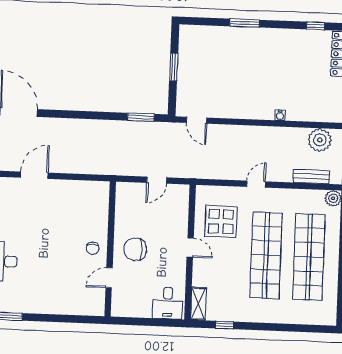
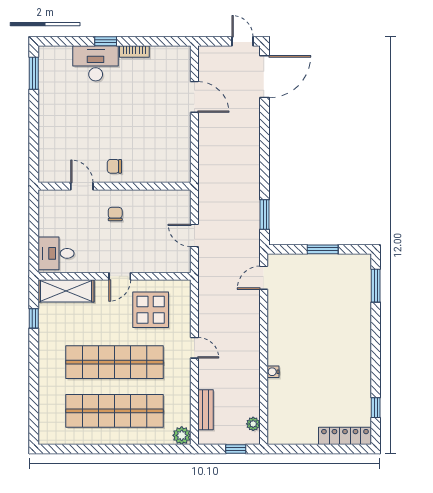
window: (245, 23) -> (376, 286), moved
plant: (320, 140) -> (253, 424), width x0.53, depth x0.53
chair: (135, 249) -> (115, 214), width x0.54, depth x0.54
shelving: (198, 304) -> (66, 291), width x1.50, depth x1.33

